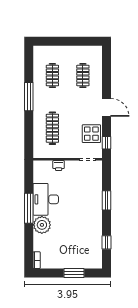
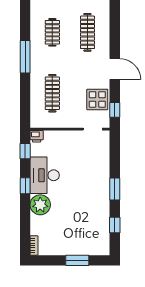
clothes rail: (83, 76) -> (87, 32), width x1.36
printer: (59, 166) -> (37, 136), moved
window: (29, 178) -> (25, 151), added
window: (106, 200) -> (115, 189), moved
window: (29, 208) -> (25, 186), width x0.46

